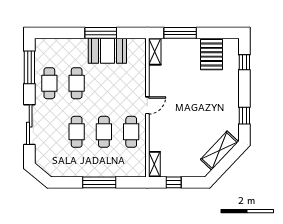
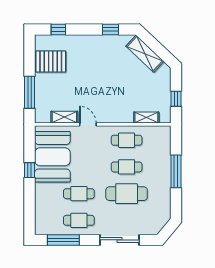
window: (101, 33) -> (30, 170), width x0.46
booth: (107, 51) -> (52, 157), width x1.36, depth x1.42
shelving: (155, 52) -> (64, 117), moved
door: (147, 105) -> (88, 124), moved
cafe table: (77, 132) -> (127, 194), width x1.37, depth x1.35
shelving: (154, 164) -> (146, 118), moved

